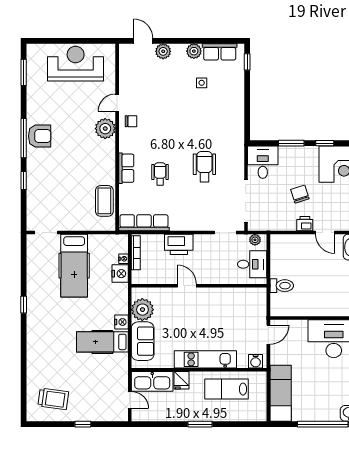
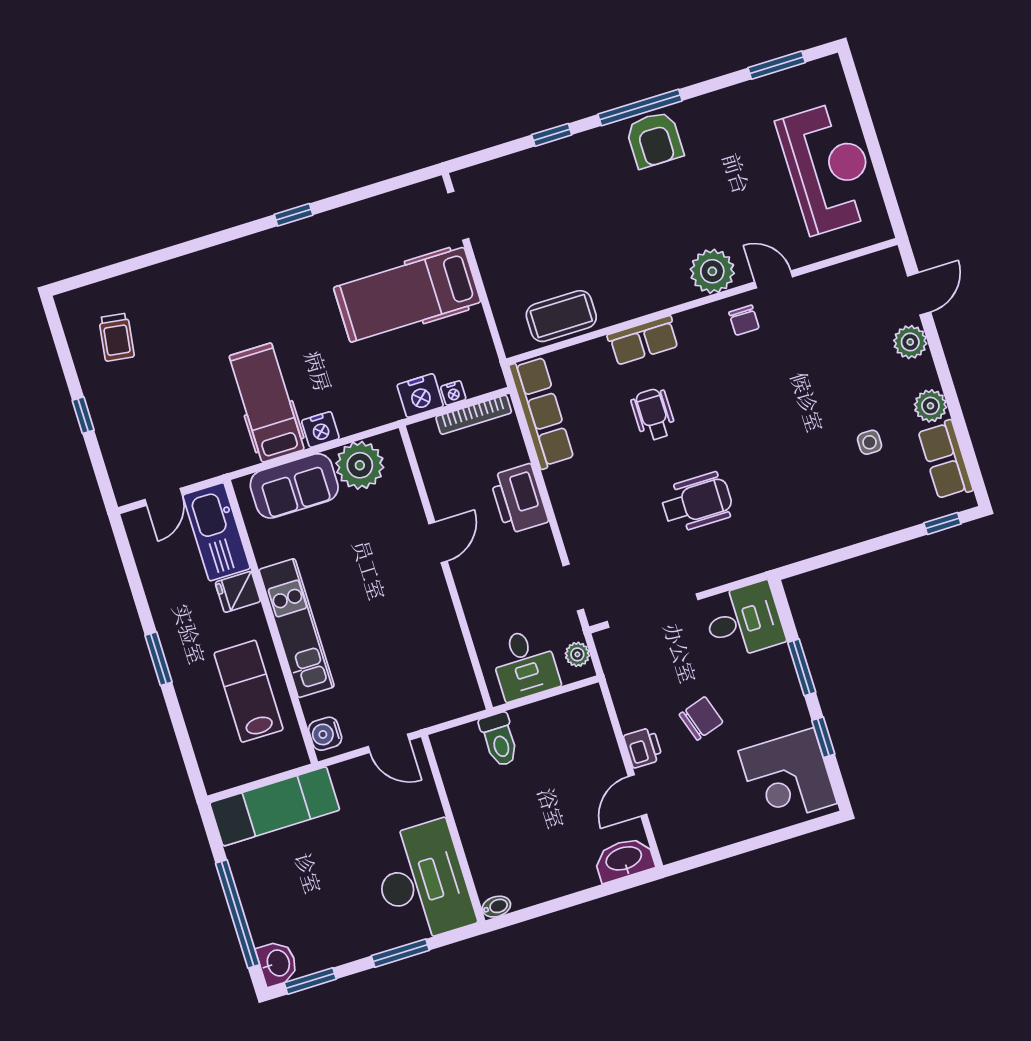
wheelchair: (160, 174) -> (653, 414), turned -90
trolley: (53, 399) -> (117, 337), width x0.73, depth x0.72

